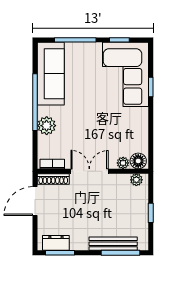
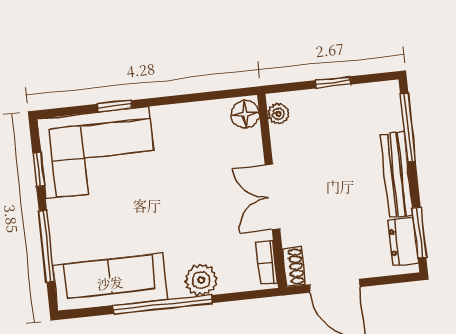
plant: (123, 163) -> (252, 140), removed
shoe rack: (53, 179) -> (294, 267), width x0.70
bench: (113, 244) -> (397, 175), moved

